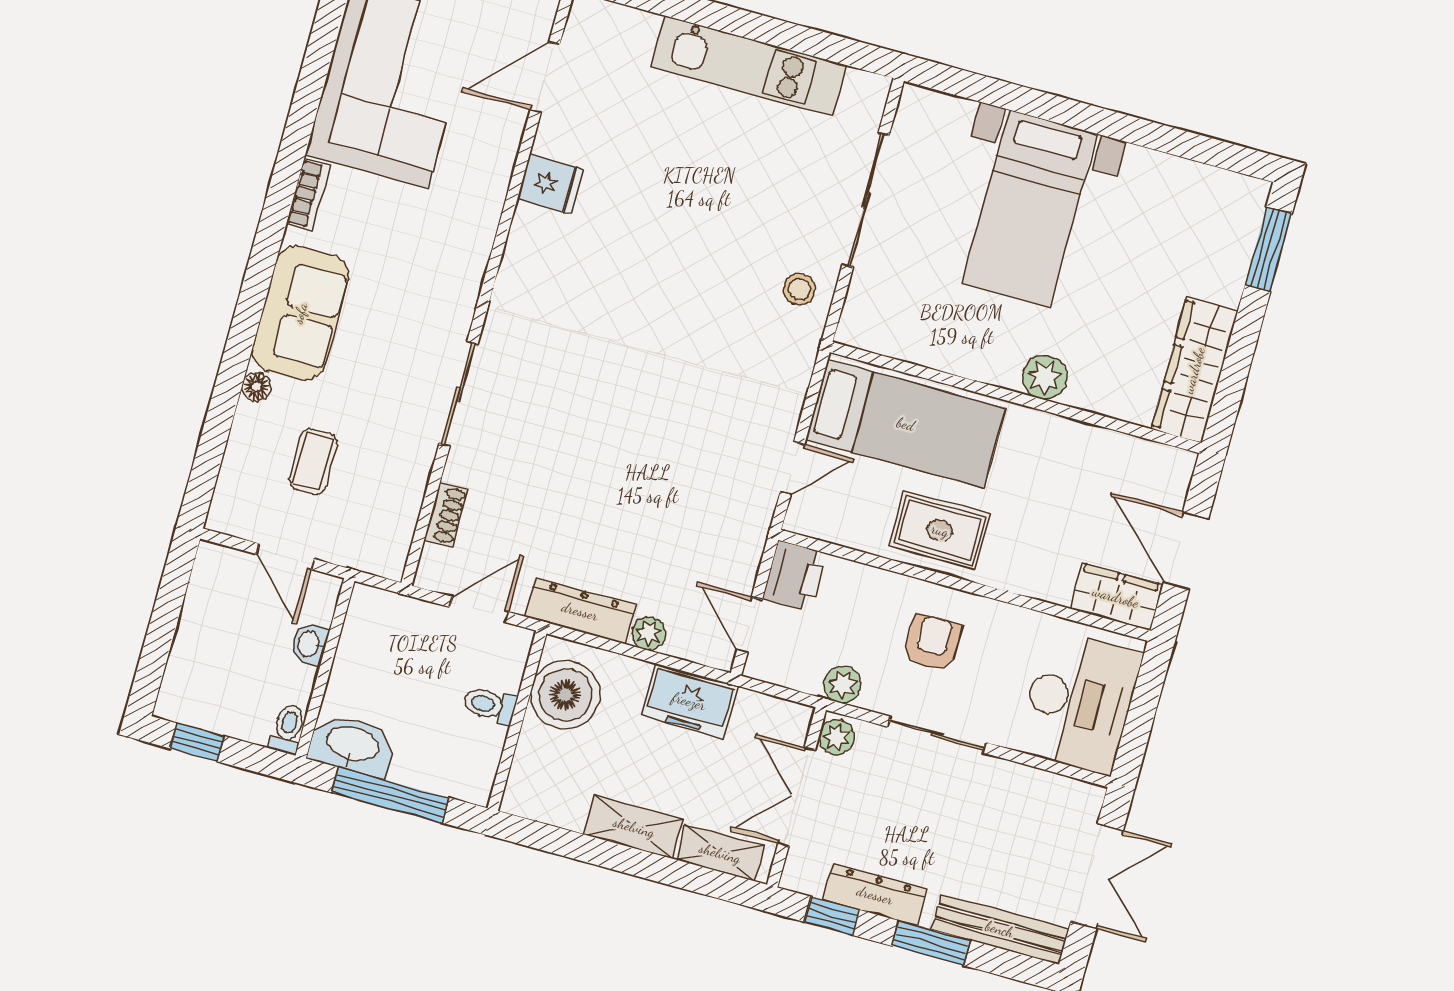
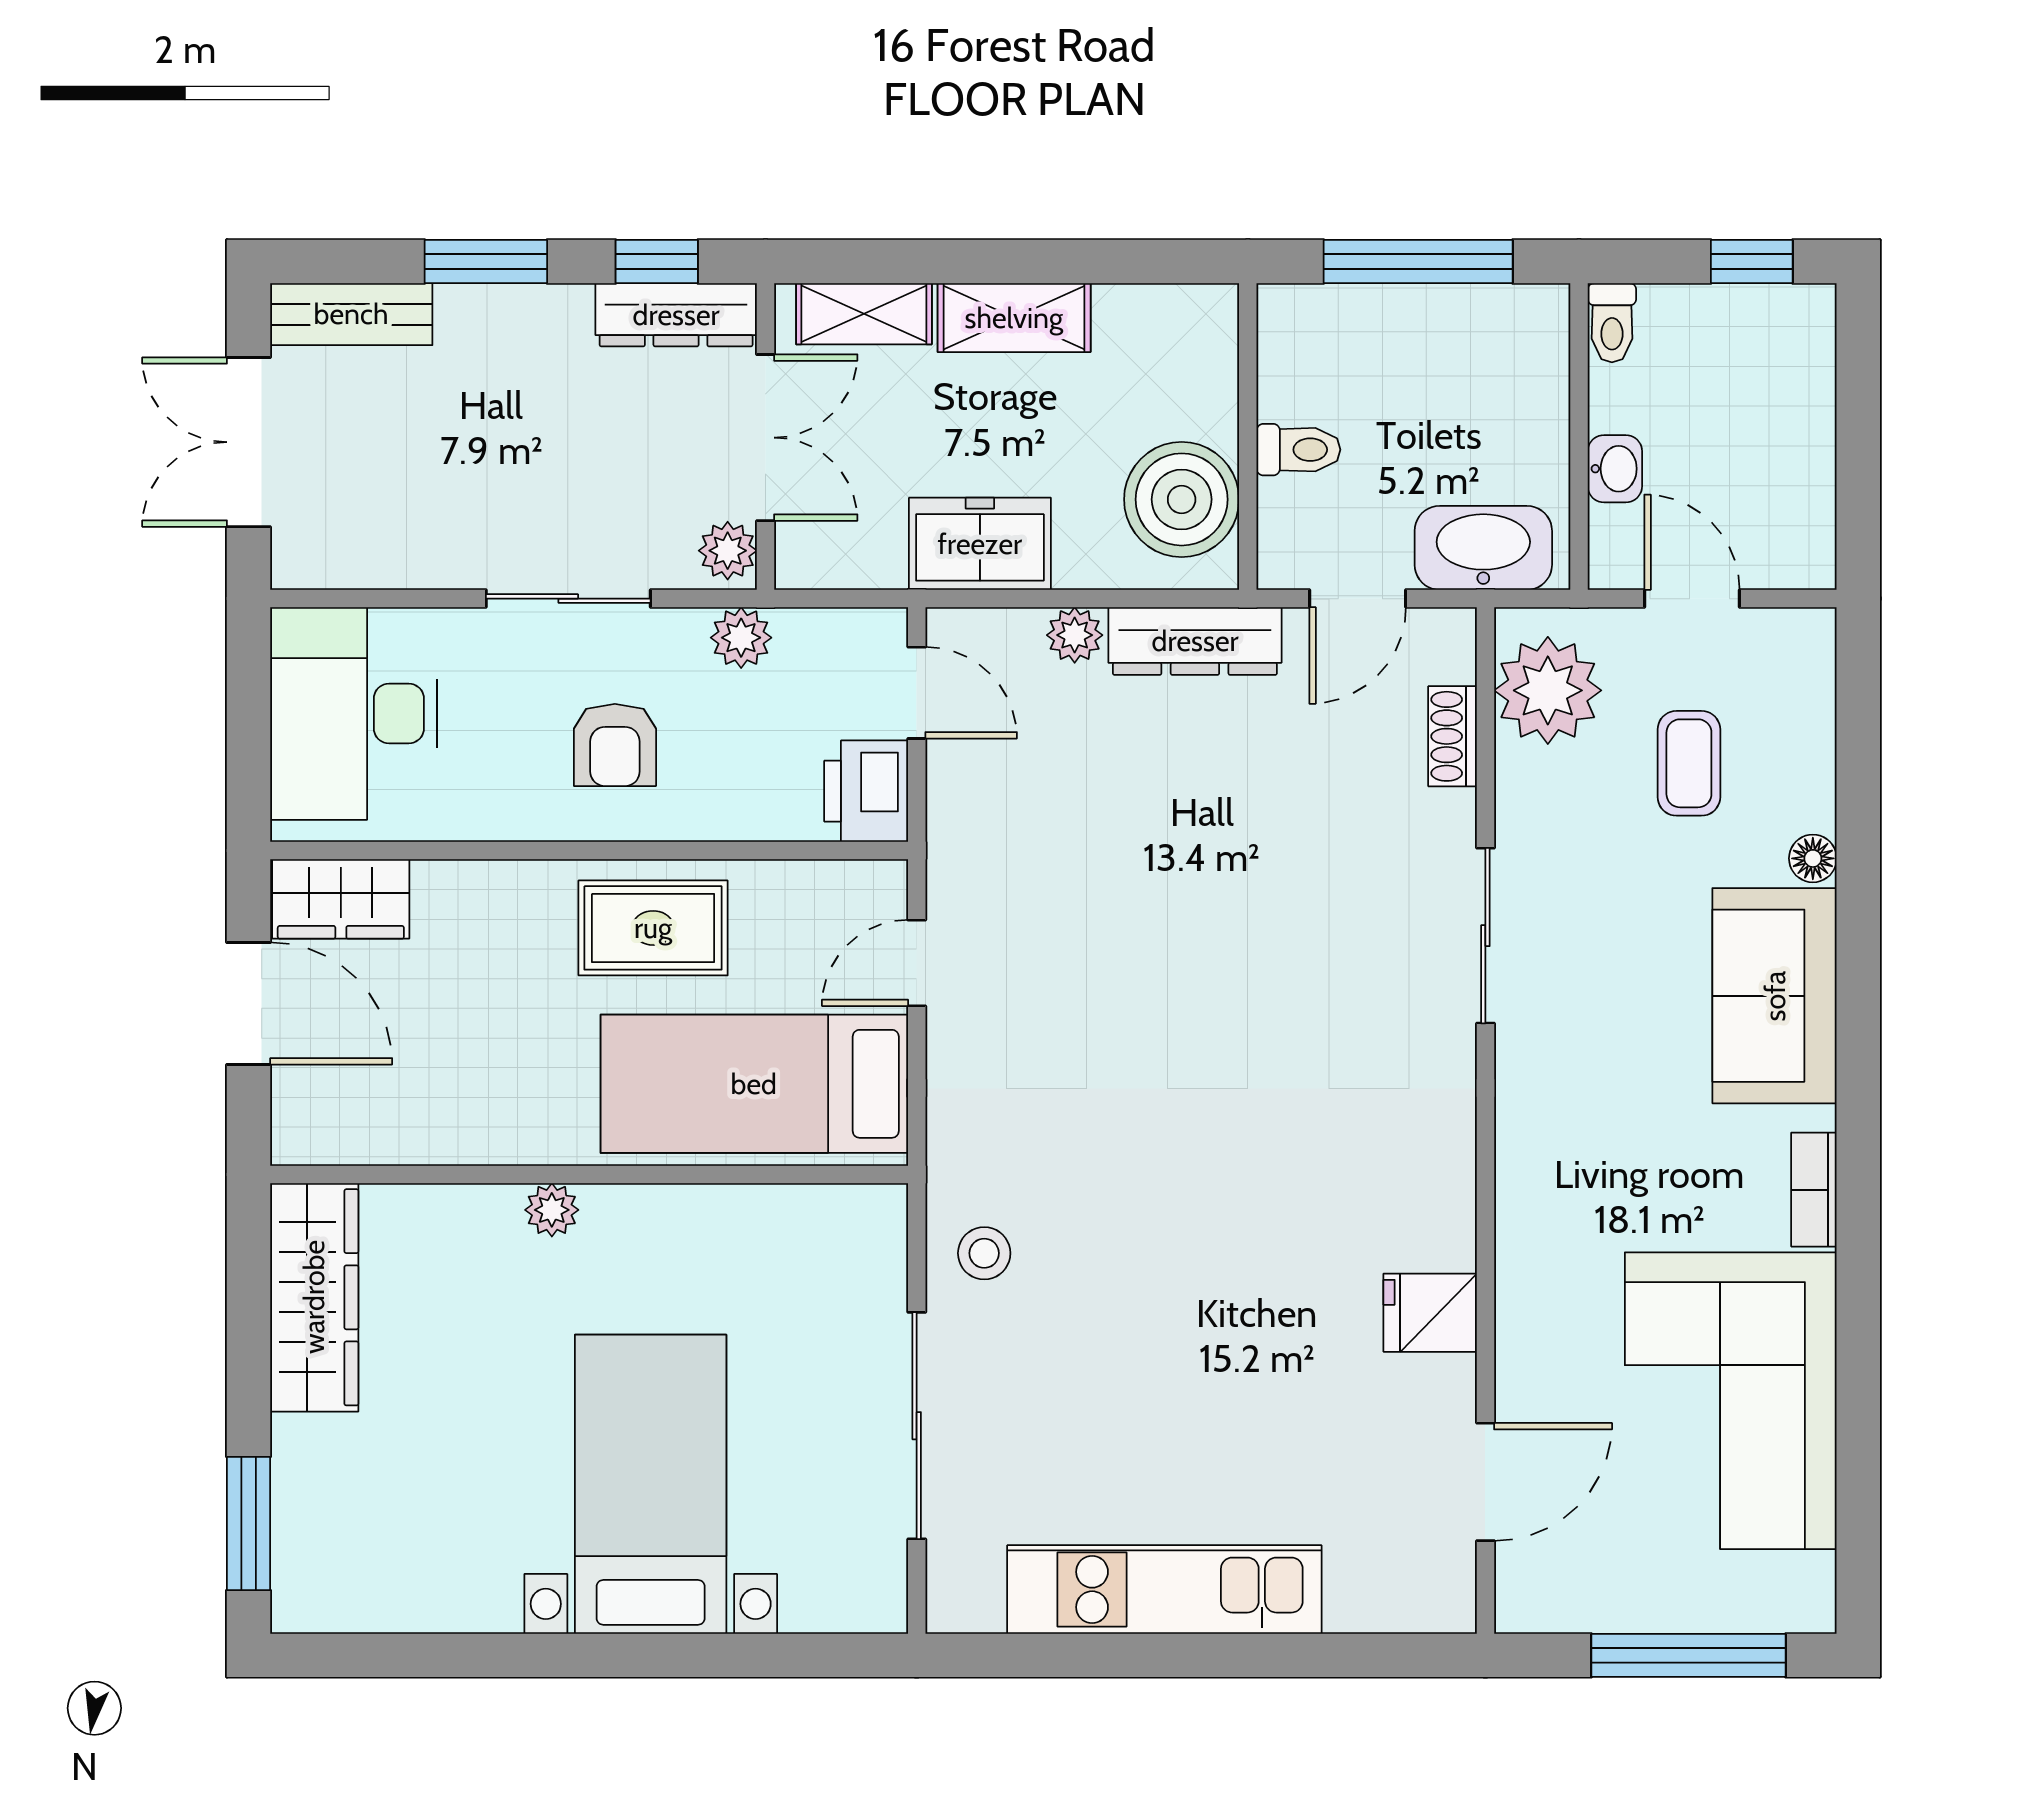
plant: (1045, 377) -> (552, 1210), width x0.73, depth x0.73
plant: (383, 526) -> (1548, 690), added
washbasin: (352, 745) -> (1483, 548), moved, turned 180
dresser: (875, 895) -> (676, 315), moved
bench: (1000, 929) -> (351, 314), width x0.73

